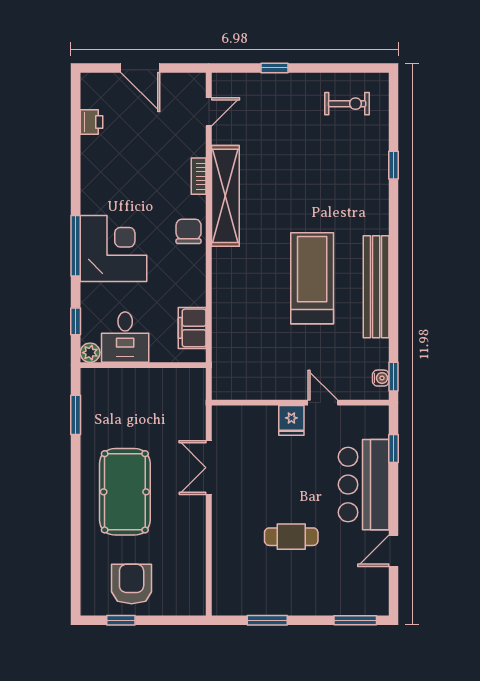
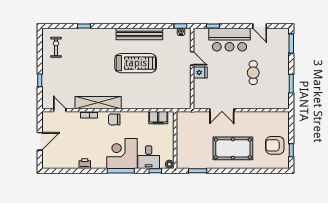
printer: (92, 122) -> (85, 164), moved
treadmill: (312, 278) -> (136, 63), turned 180
desk: (125, 337) -> (149, 157), moved, turned 90
door: (323, 403) -> (192, 58), swing flipped

